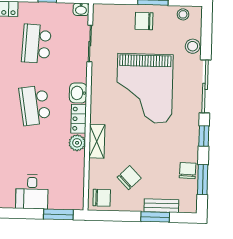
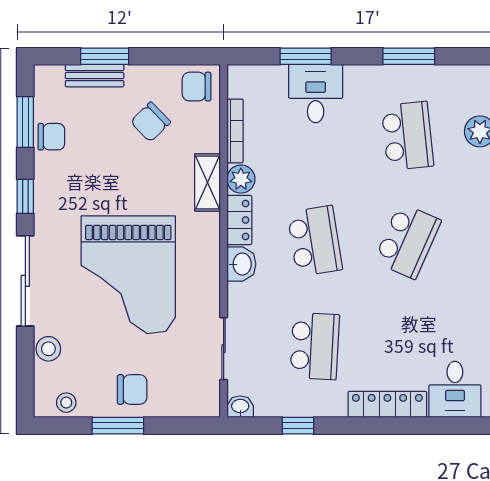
grand piano: (145, 88) -> (128, 275), turned 180
bookcase: (80, 171) -> (235, 131), added
chair: (188, 171) -> (51, 137), turned -92
window: (58, 214) -> (306, 56), moved

